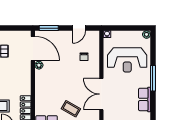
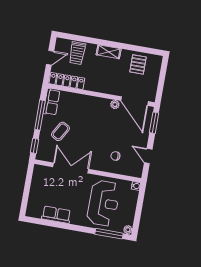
door: (33, 48) -> (135, 101), hinge flipped
reception desk: (127, 60) -> (103, 203), turned 180
window: (153, 78) -> (109, 234), moved

